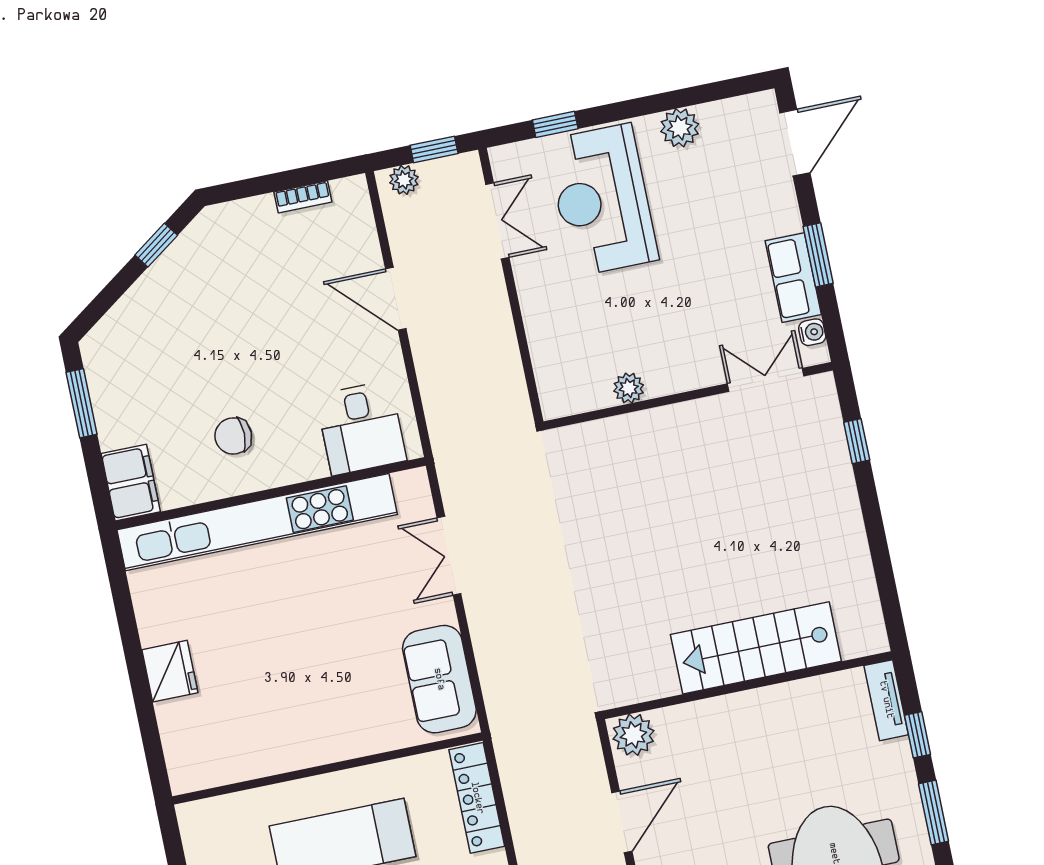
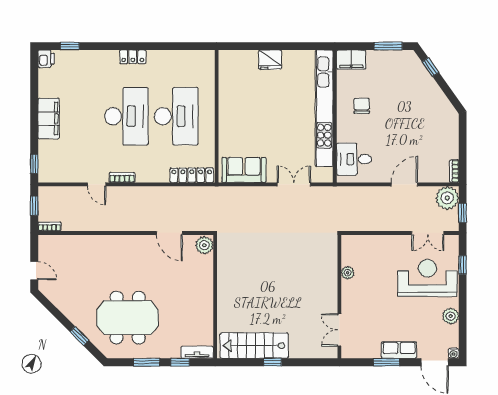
plant: (404, 180) -> (447, 198), width x1.87, depth x1.87
bookcase: (303, 197) -> (454, 171), moved
window: (156, 245) -> (430, 67), moved
row of seats: (793, 278) -> (399, 350), moved
water cooler: (812, 332) -> (454, 353), moved
double door: (766, 380) -> (339, 330), swing flipped
window: (857, 441) -> (273, 362), moved
stairs: (756, 648) -> (254, 346), moved, turned -90

